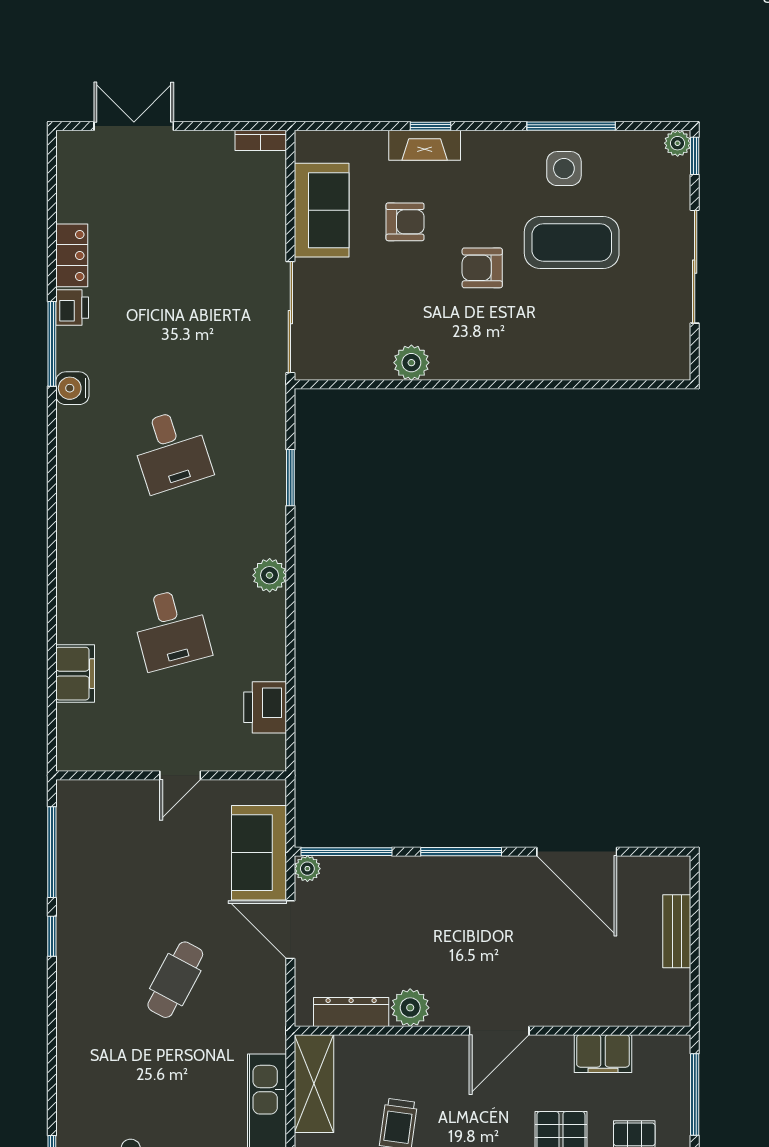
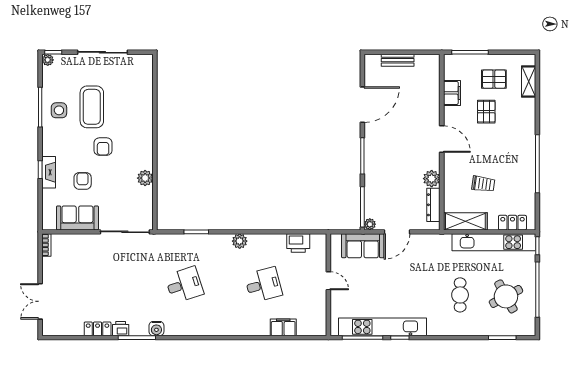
kitchen unit: (76, 897) -> (382, 327), added
cafe table: (175, 980) -> (460, 295), moved, turned 62

